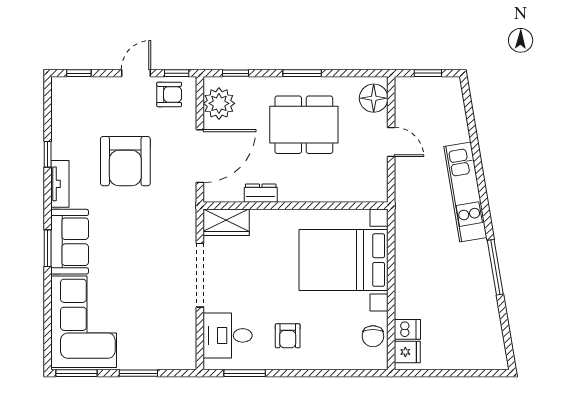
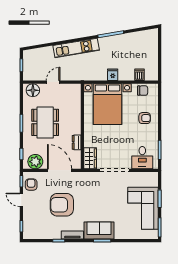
armchair: (125, 161) -> (62, 205), turned 180
corner sofa: (84, 322) -> (143, 208), moved, turned -90
armchair: (288, 336) -> (145, 118), moved
fridge: (407, 352) -> (113, 75), moved

